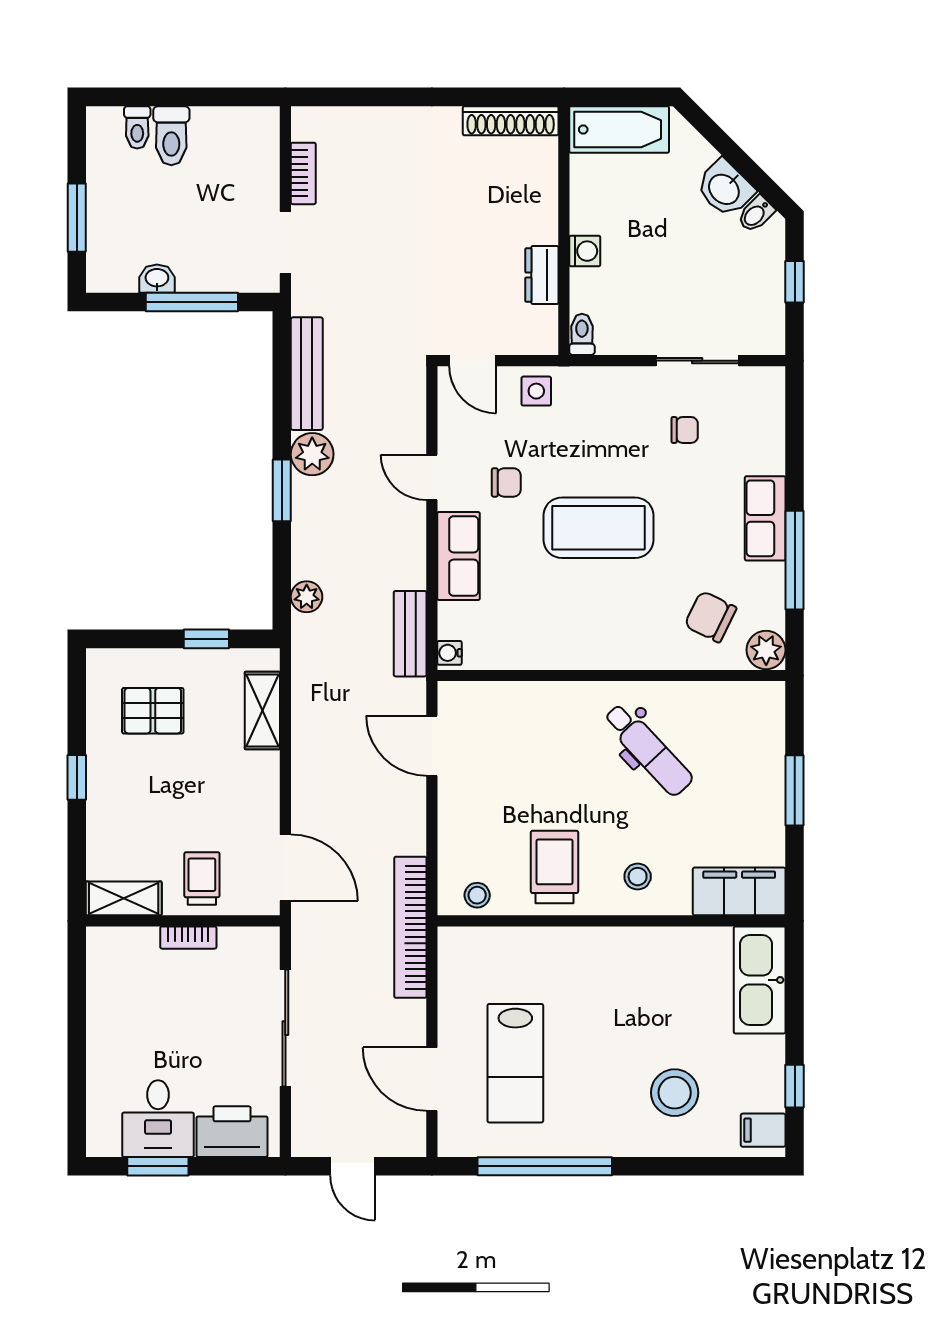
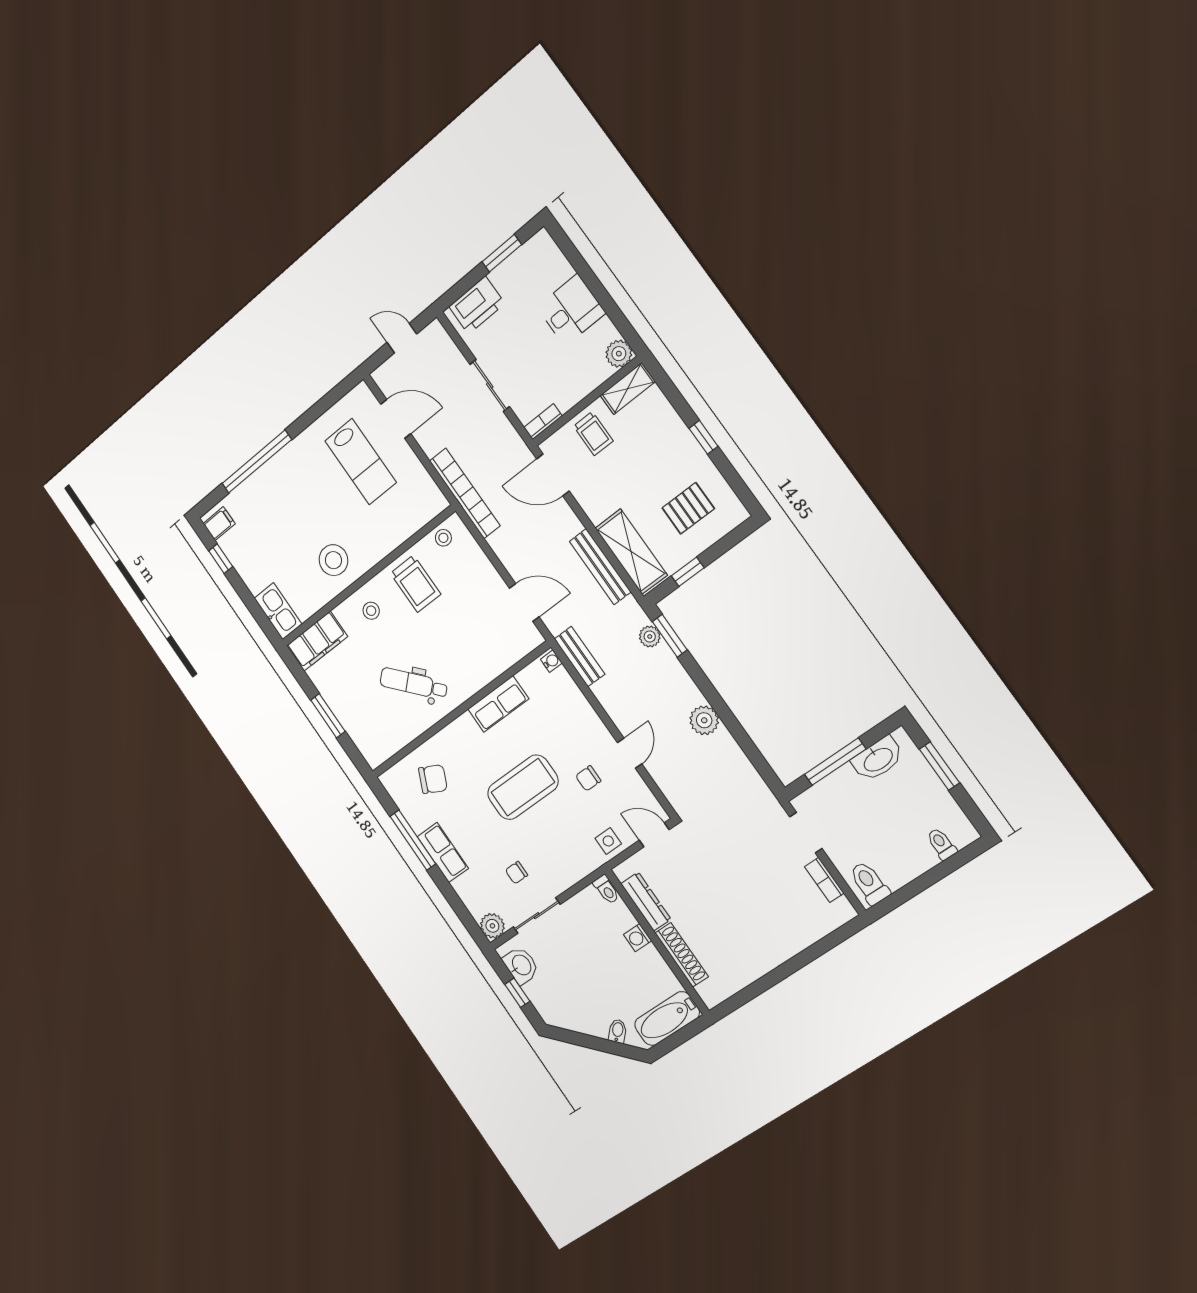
shoe rack: (511, 121) -> (682, 955), moved, turned 90
toilet: (171, 136) -> (869, 883), moved
washbasin: (725, 188) -> (521, 965), moved, turned 45
bidet: (756, 214) -> (618, 1031), moved
dresser: (542, 275) -> (646, 901), width x1.44
washbasin: (157, 279) -> (878, 759), width x1.91, depth x1.45
bench: (307, 374) -> (600, 567), moved
door: (432, 477) -> (630, 753), hinge flipped
window: (282, 490) -> (670, 636), moved
row of seats: (459, 556) -> (498, 704), moved, turned -90
plant: (766, 650) -> (492, 926), moved
shelving: (262, 711) -> (631, 552), width x1.50, depth x1.33
bookcase: (188, 938) -> (543, 422), moved
plant: (105, 946) -> (619, 354), added
kitchen sink: (760, 980) -> (278, 611), width x0.73, depth x0.81
sliding door: (285, 1028) -> (490, 386), width x0.73
lab bench: (515, 1063) -> (361, 462), turned 180
stool: (675, 1093) -> (333, 560), moved
desk: (158, 1119) -> (571, 310), moved, turned 90
window: (545, 1166) -> (257, 462), moved

